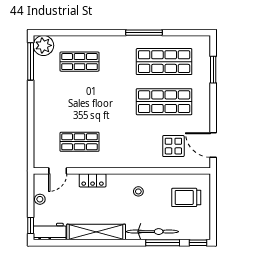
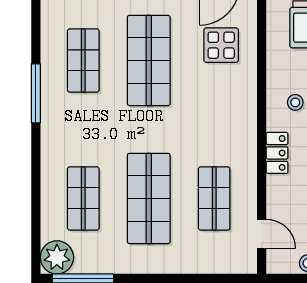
shop shelf: (164, 62) -> (83, 60), width x0.70, depth x0.74
shop shelf: (80, 102) -> (149, 198), added
locker: (93, 180) -> (277, 153), moved

